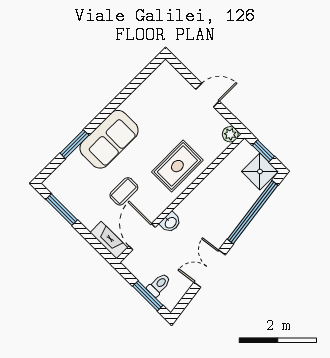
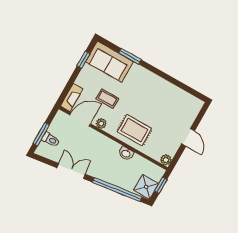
sofa: (109, 139) -> (110, 62), moved
plant: (156, 209) -> (101, 124), added
window: (62, 210) -> (83, 60), width x0.67
washbasin: (170, 222) -> (126, 153), moved

